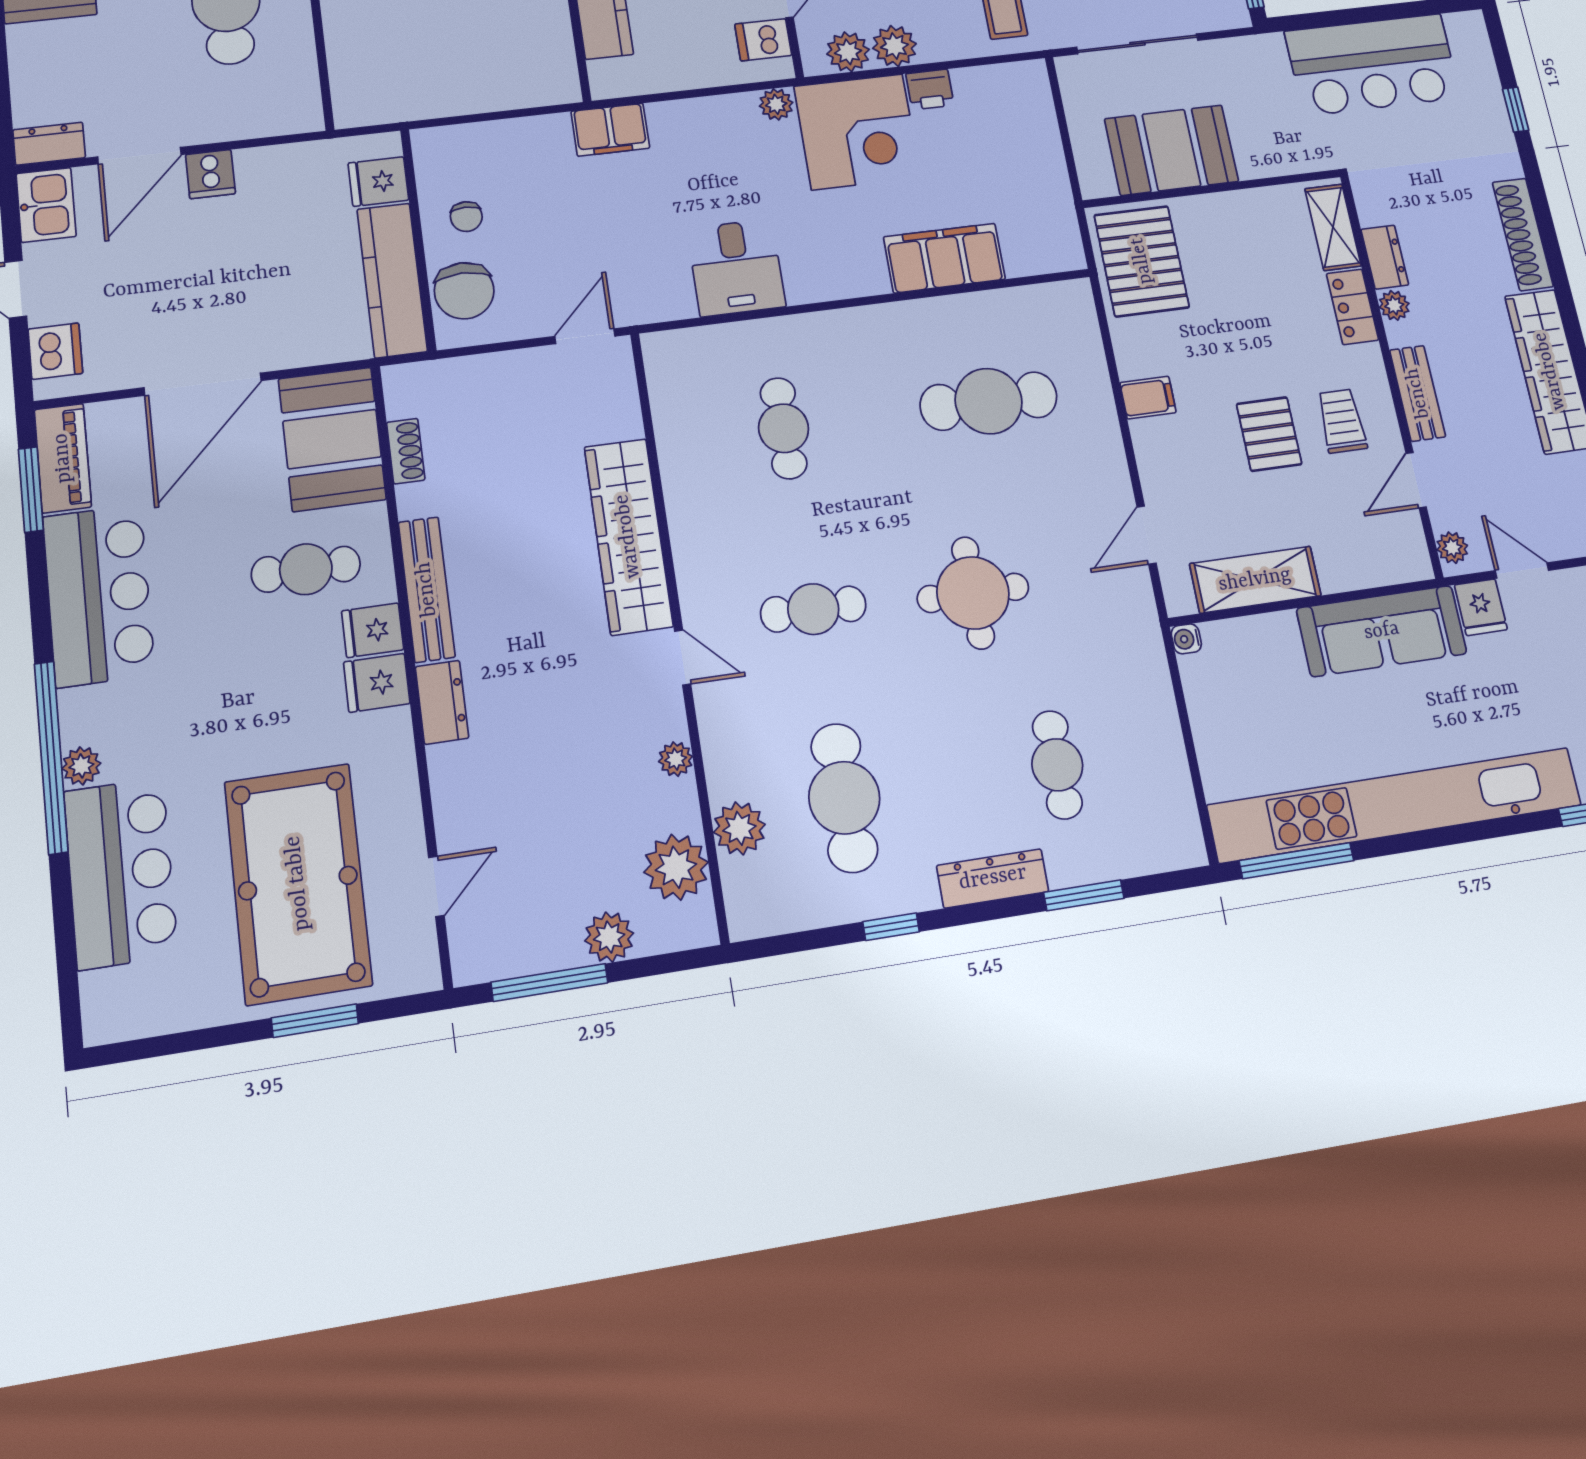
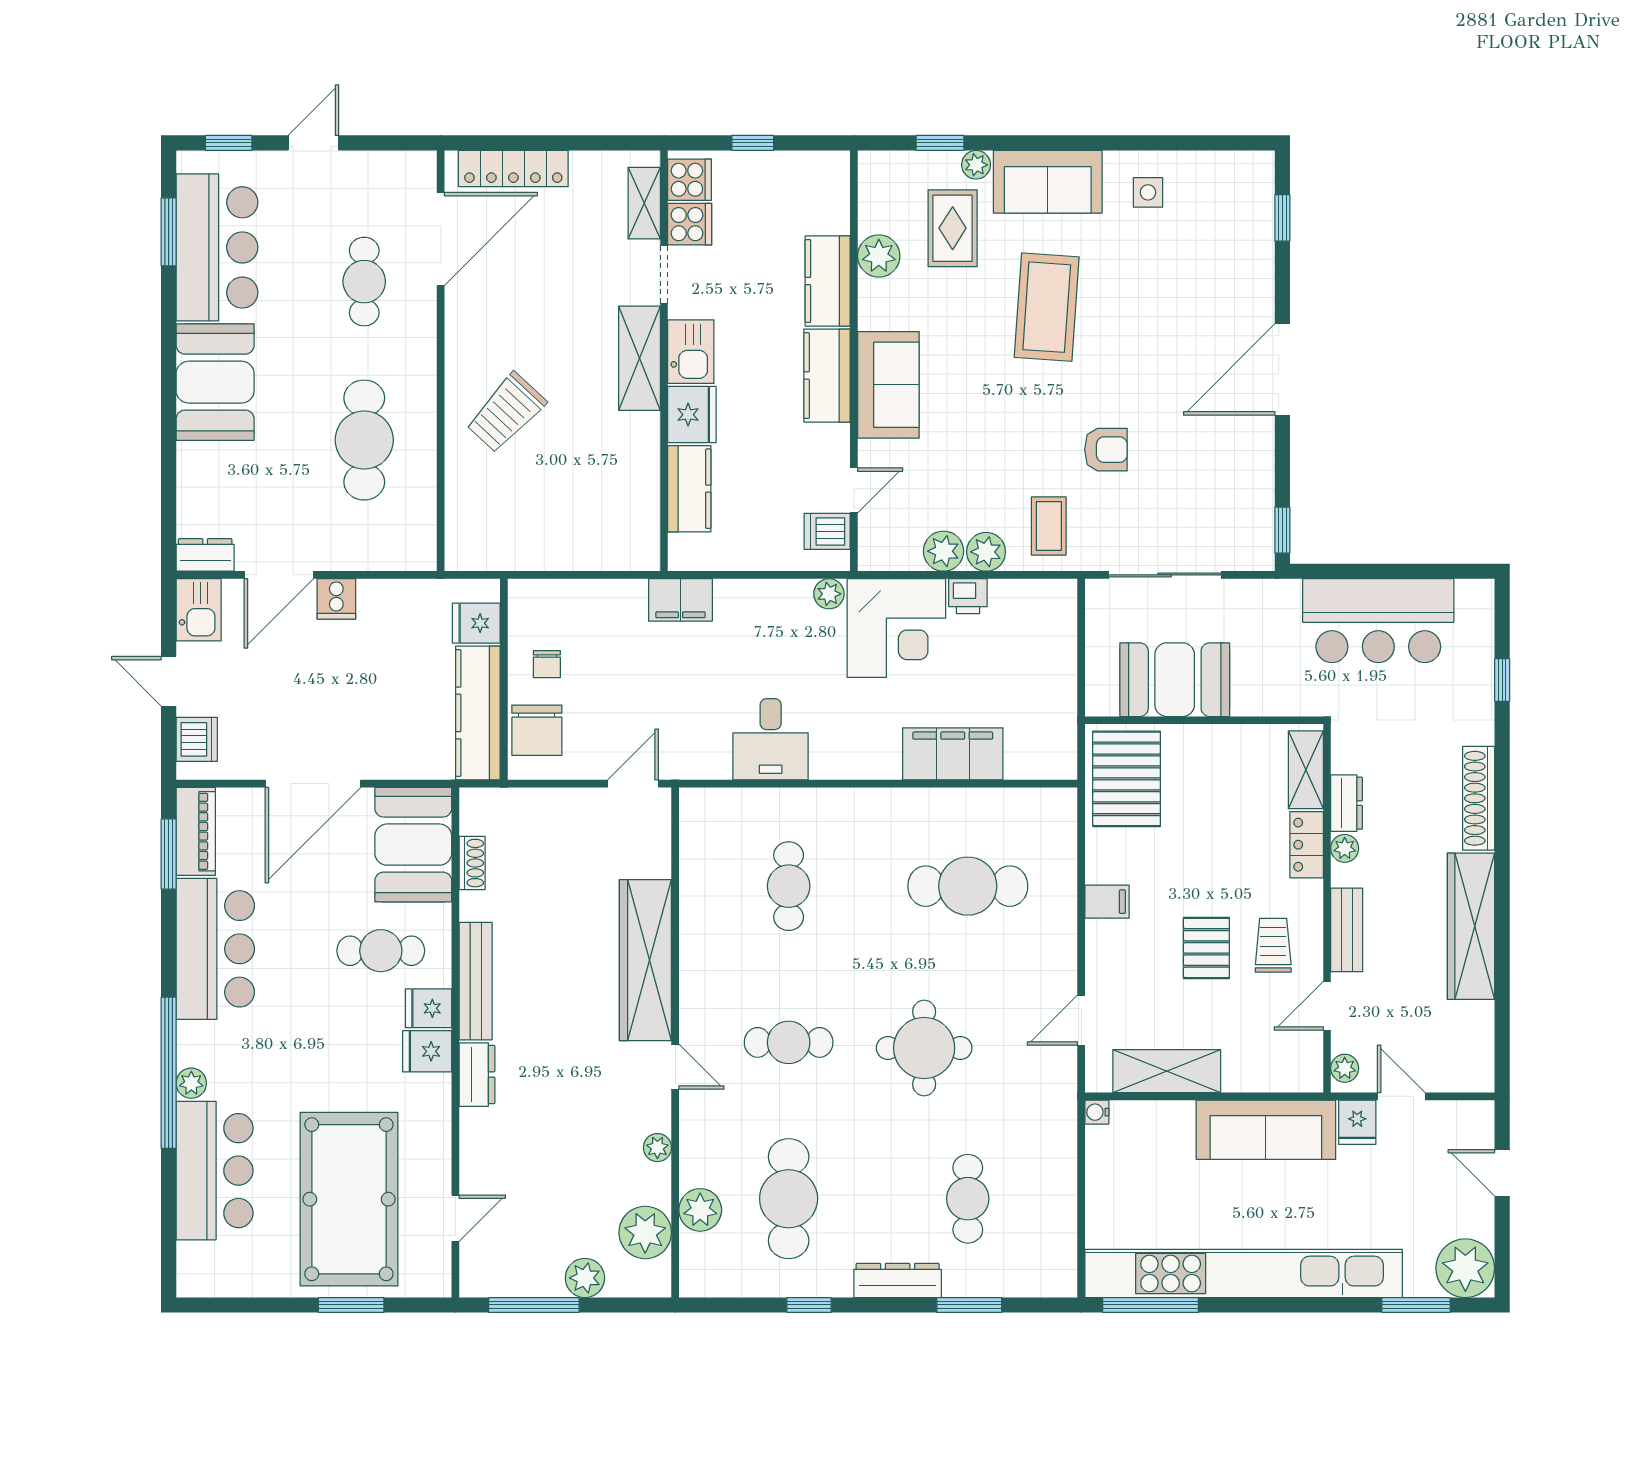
plant: (848, 52) -> (986, 552), moved

